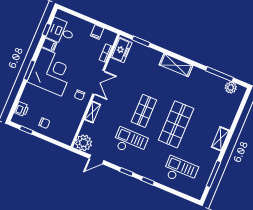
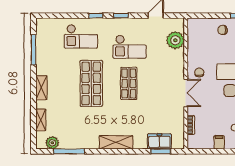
filing cabinet: (97, 32) -> (219, 142), moved
freezer: (121, 50) -> (159, 141), moved, turned 90
double door: (99, 82) -> (186, 93), swing flipped
shelving: (93, 112) -> (41, 120), moved
plant: (84, 143) -> (175, 40), moved
checkout: (180, 171) -> (81, 36), moved

